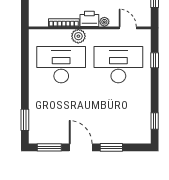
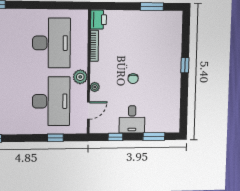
printer: (89, 19) -> (98, 20), moved
plant: (78, 36) -> (80, 77), moved

